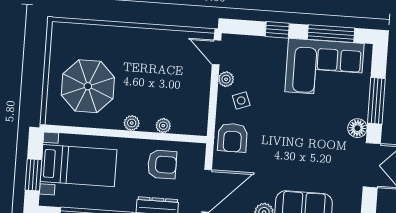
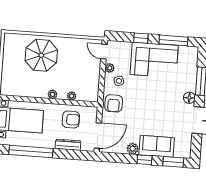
corner sofa: (324, 68) -> (154, 60), moved
parasol: (88, 86) -> (41, 55), moved

